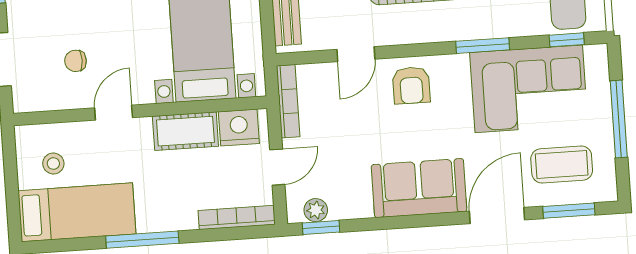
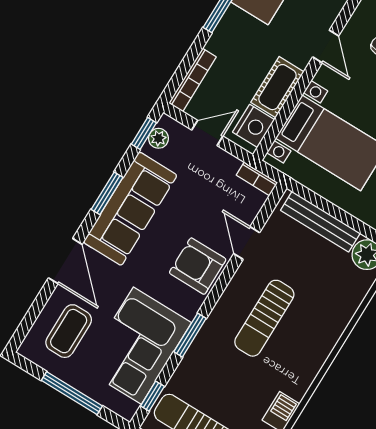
armchair: (411, 85) -> (198, 266), width x1.38, depth x1.38
bookcase: (288, 101) -> (257, 179), width x0.64
door: (277, 167) -> (207, 133), swing flipped
sofa: (419, 188) -> (130, 209), width x1.36
window: (569, 211) -> (107, 193), moved

